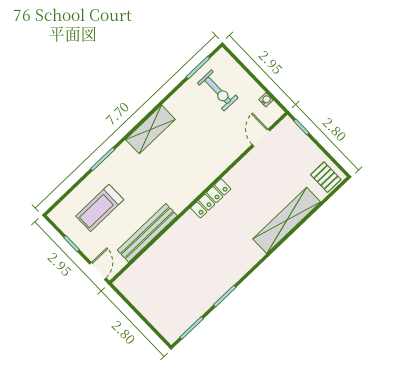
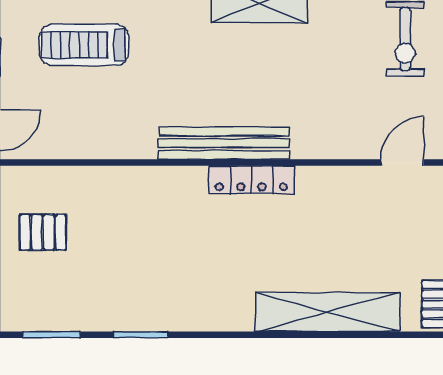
bench: (147, 233) -> (224, 143), moved
pallet: (152, 293) -> (43, 232), added

